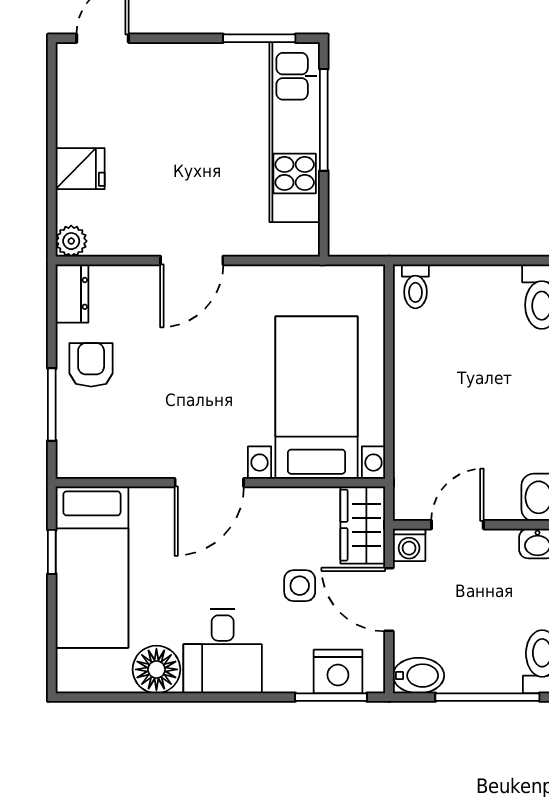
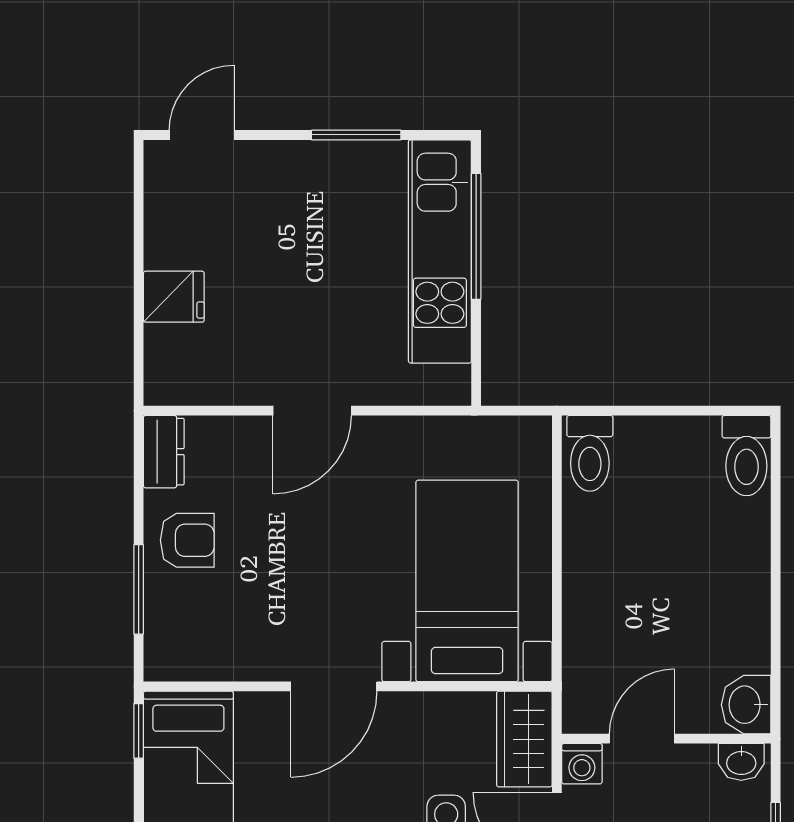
window: (259, 38) -> (356, 135), moved
plant: (71, 241) -> (163, 387), removed
toilet: (415, 286) -> (590, 453), width x1.37, depth x1.39
armchair: (91, 365) -> (187, 540), turned 90
window: (52, 552) -> (139, 731), moved

